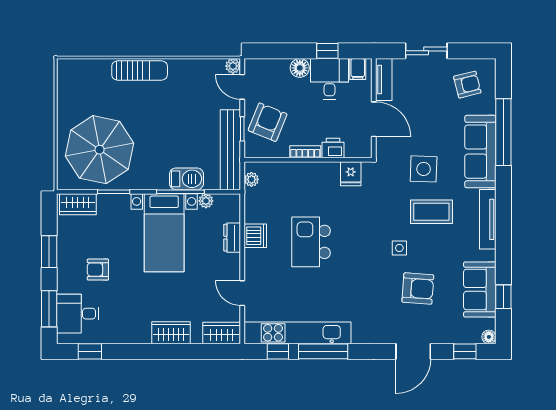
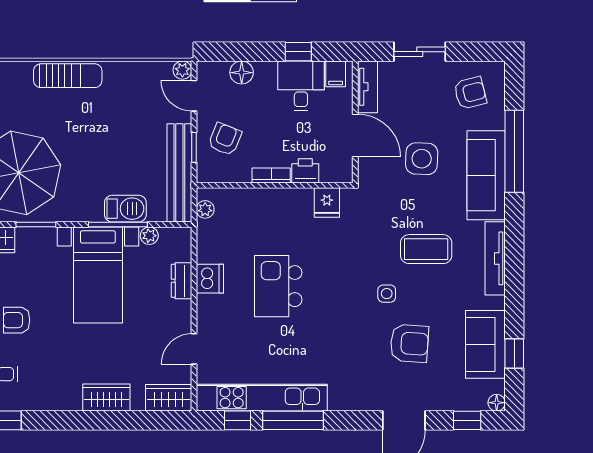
floor lamp: (300, 68) -> (242, 73), moved
armchair: (268, 122) -> (225, 139), width x0.72, depth x0.72
side table: (424, 169) -> (422, 159), moved
door: (242, 293) -> (194, 349), hinge flipped

